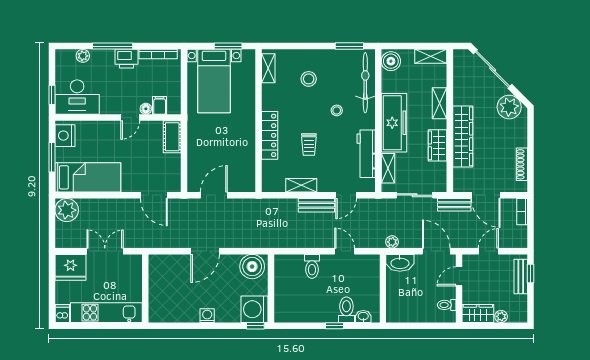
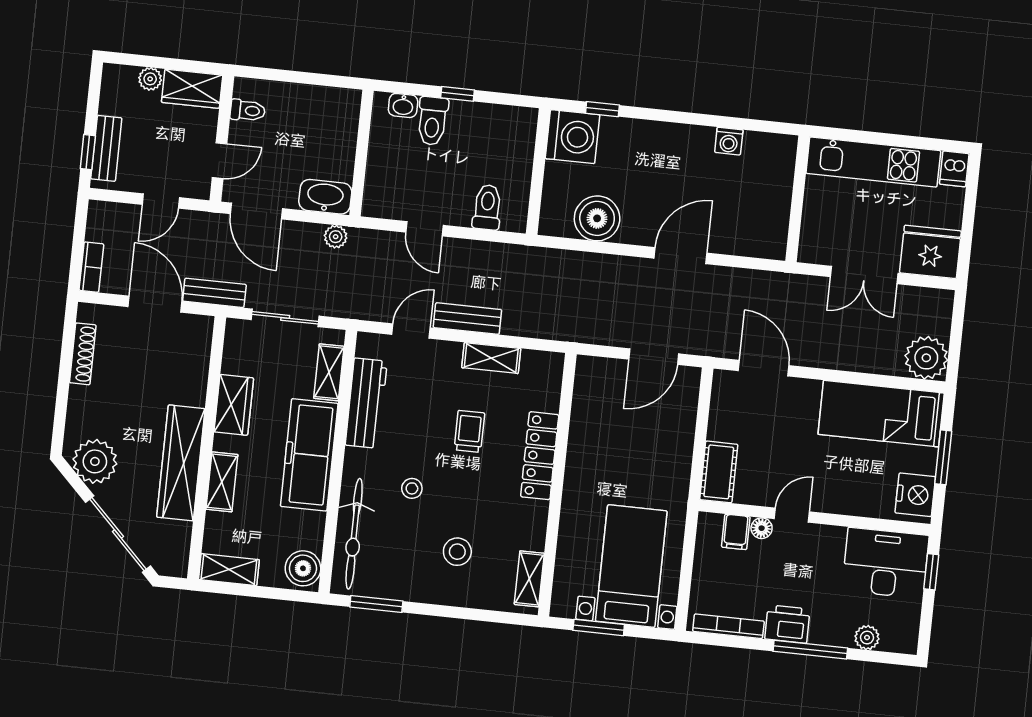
wardrobe: (463, 136) -> (181, 463), moved
wall: (271, 288) -> (538, 172), moved
washing machine: (254, 309) -> (573, 137), moved
washing machine: (207, 316) -> (729, 141), moved

